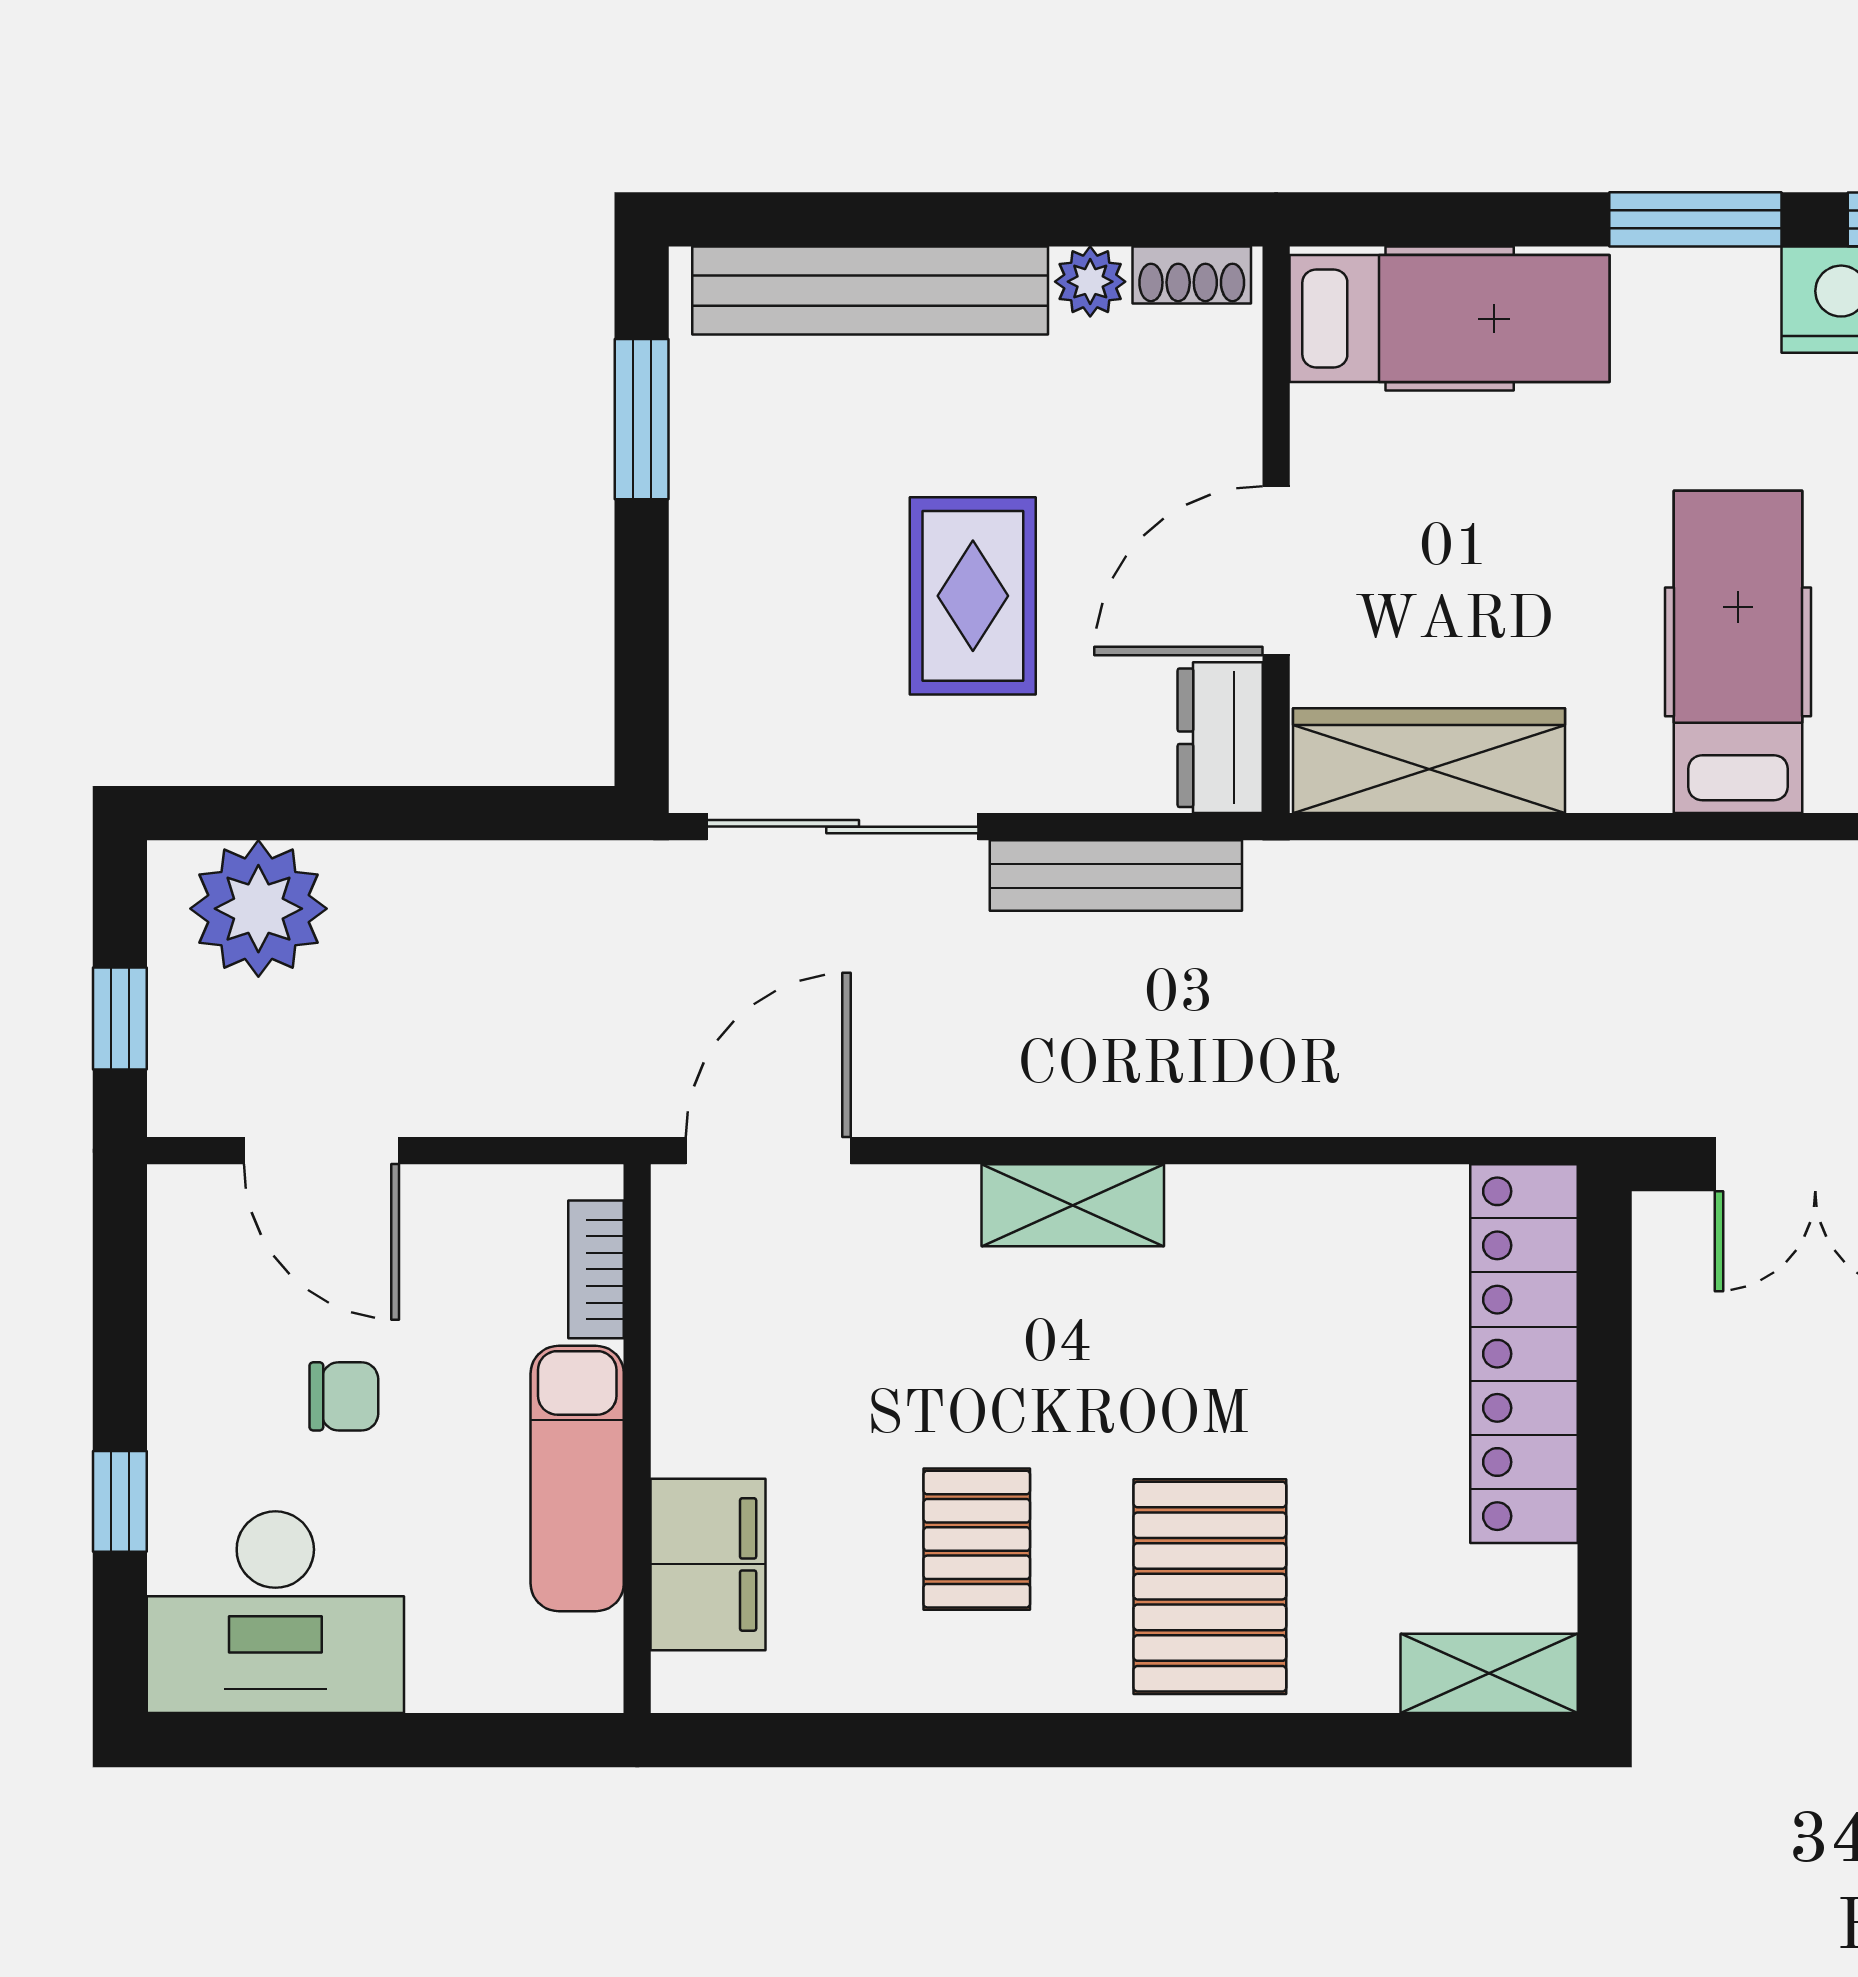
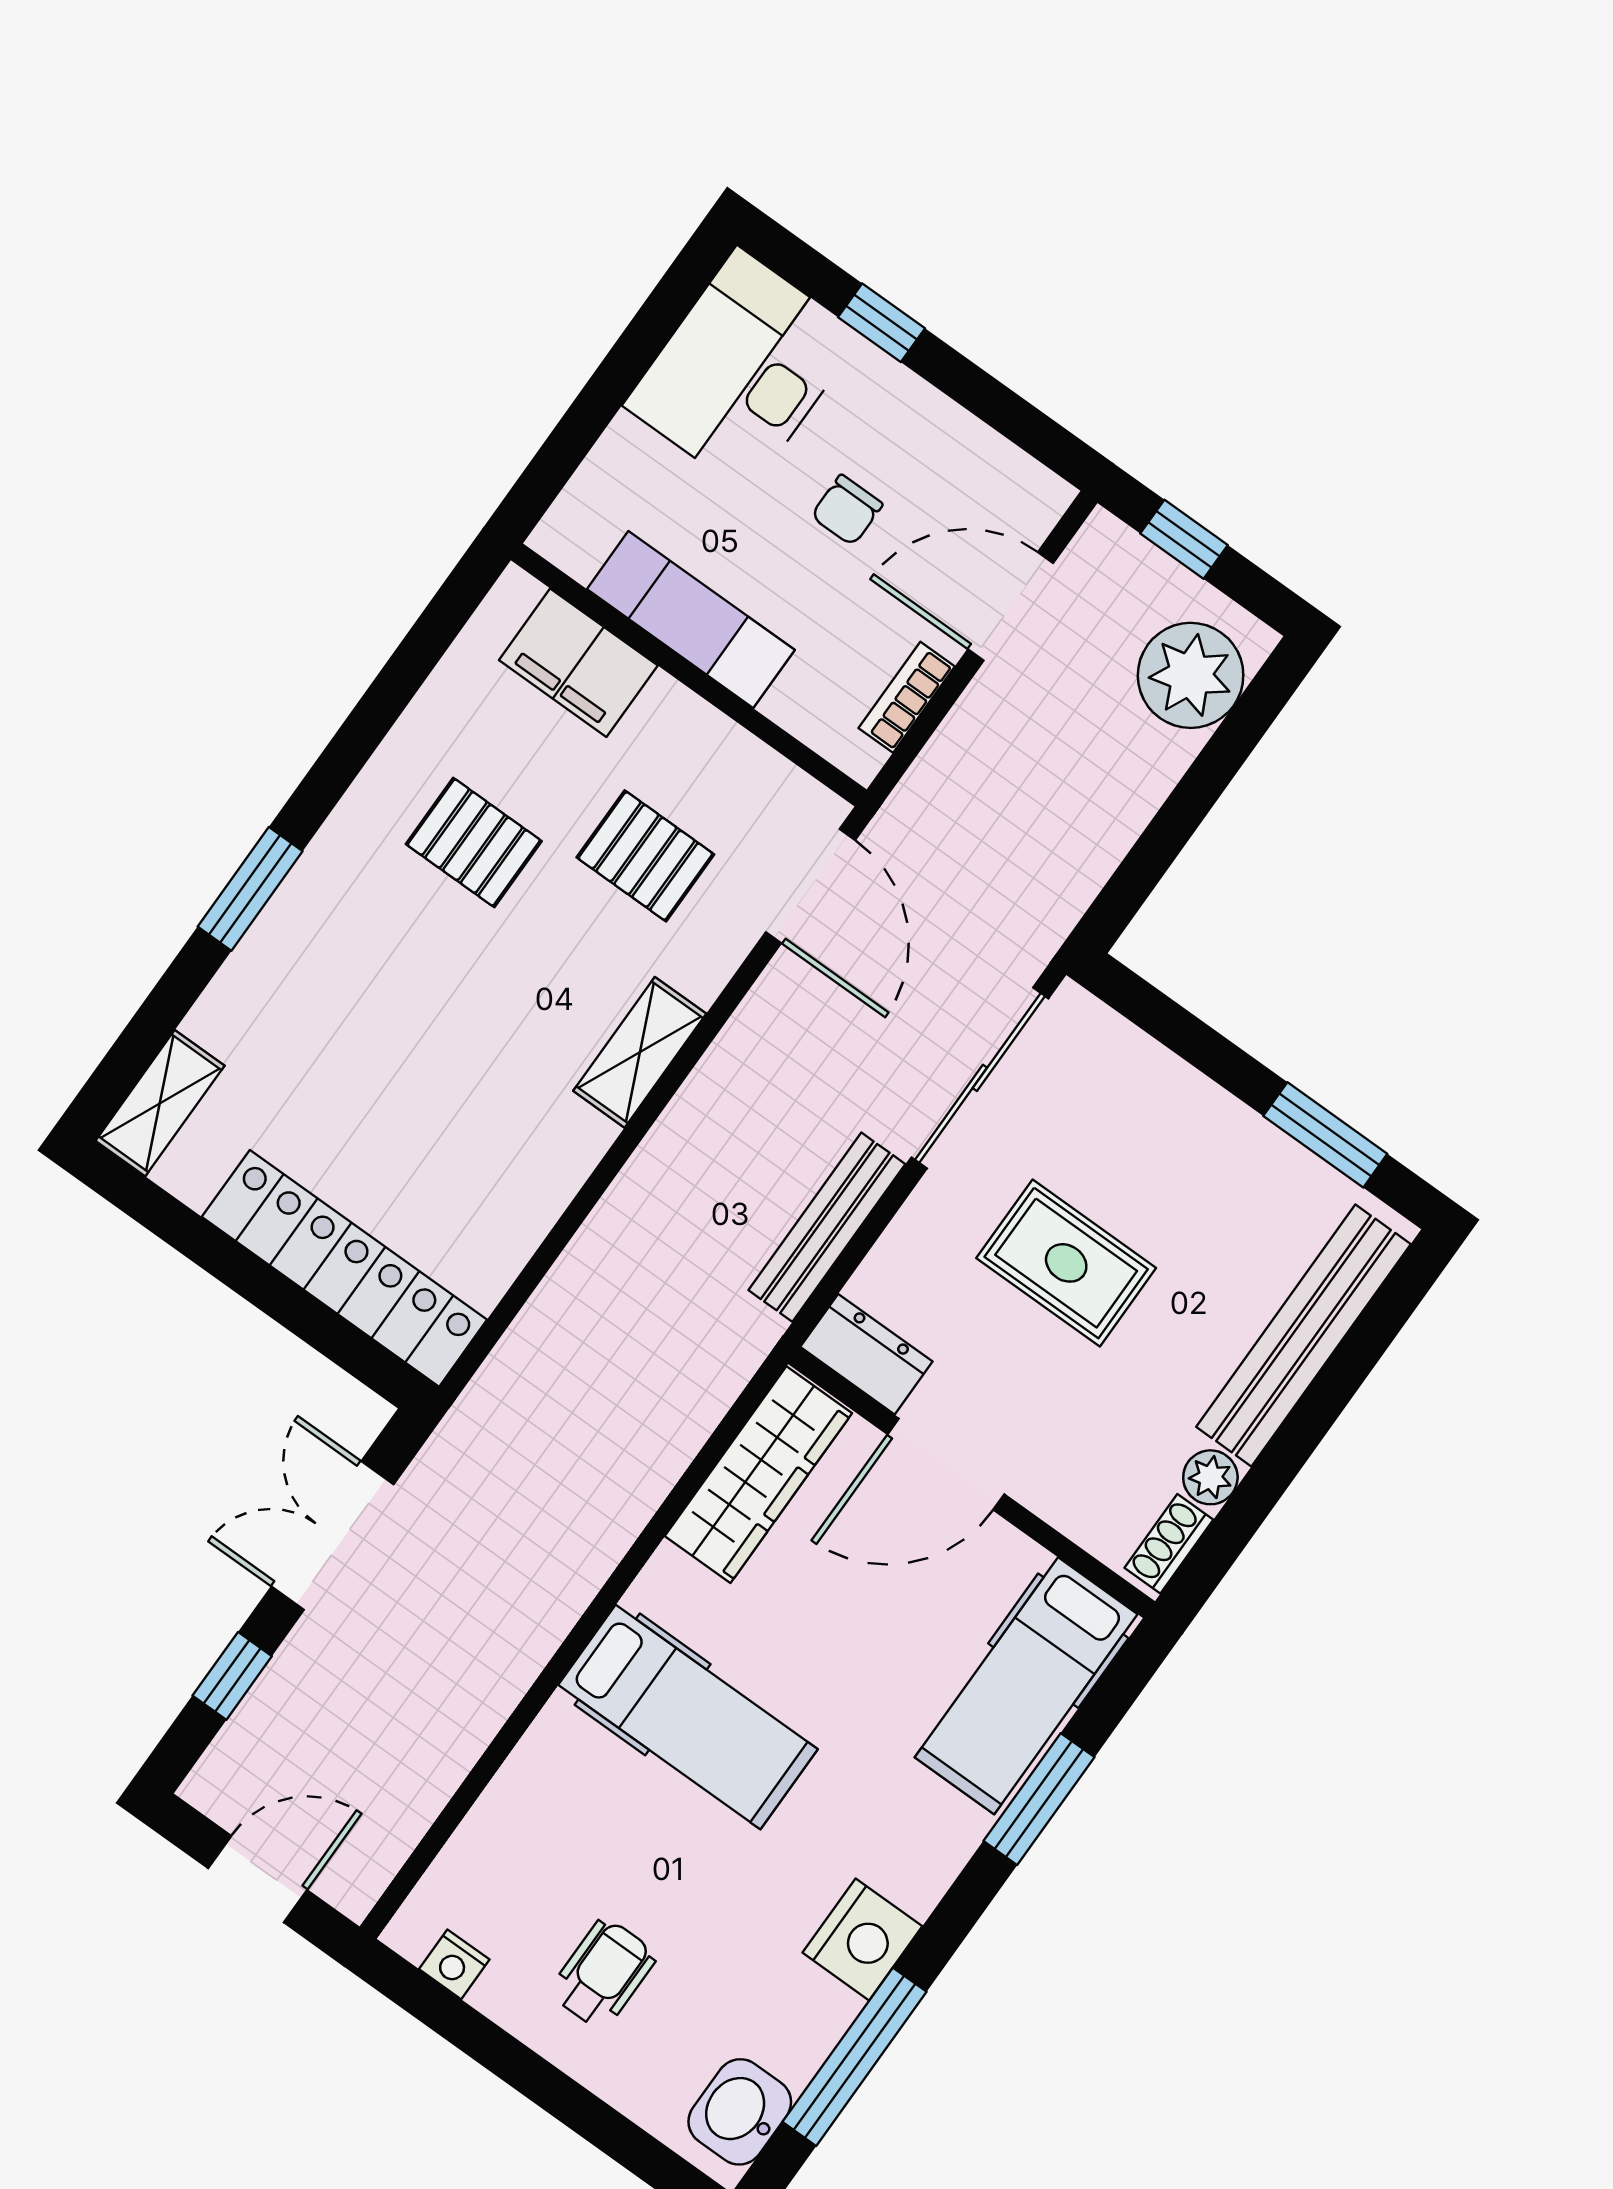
window: (1695, 219) -> (1039, 1799), moved
door: (1276, 571) -> (946, 1464), swing flipped
bookcase: (596, 1269) -> (907, 697), moved, turned -90
pallet: (1210, 1587) -> (645, 856), moved, width x0.67, depth x0.71
window: (1195, 1740) -> (250, 889), added

